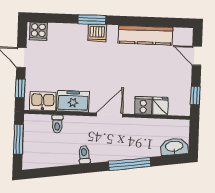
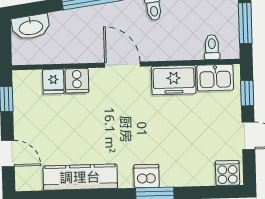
door: (109, 115) -> (122, 65), swing flipped
toilet: (57, 124) -> (212, 47), moved

